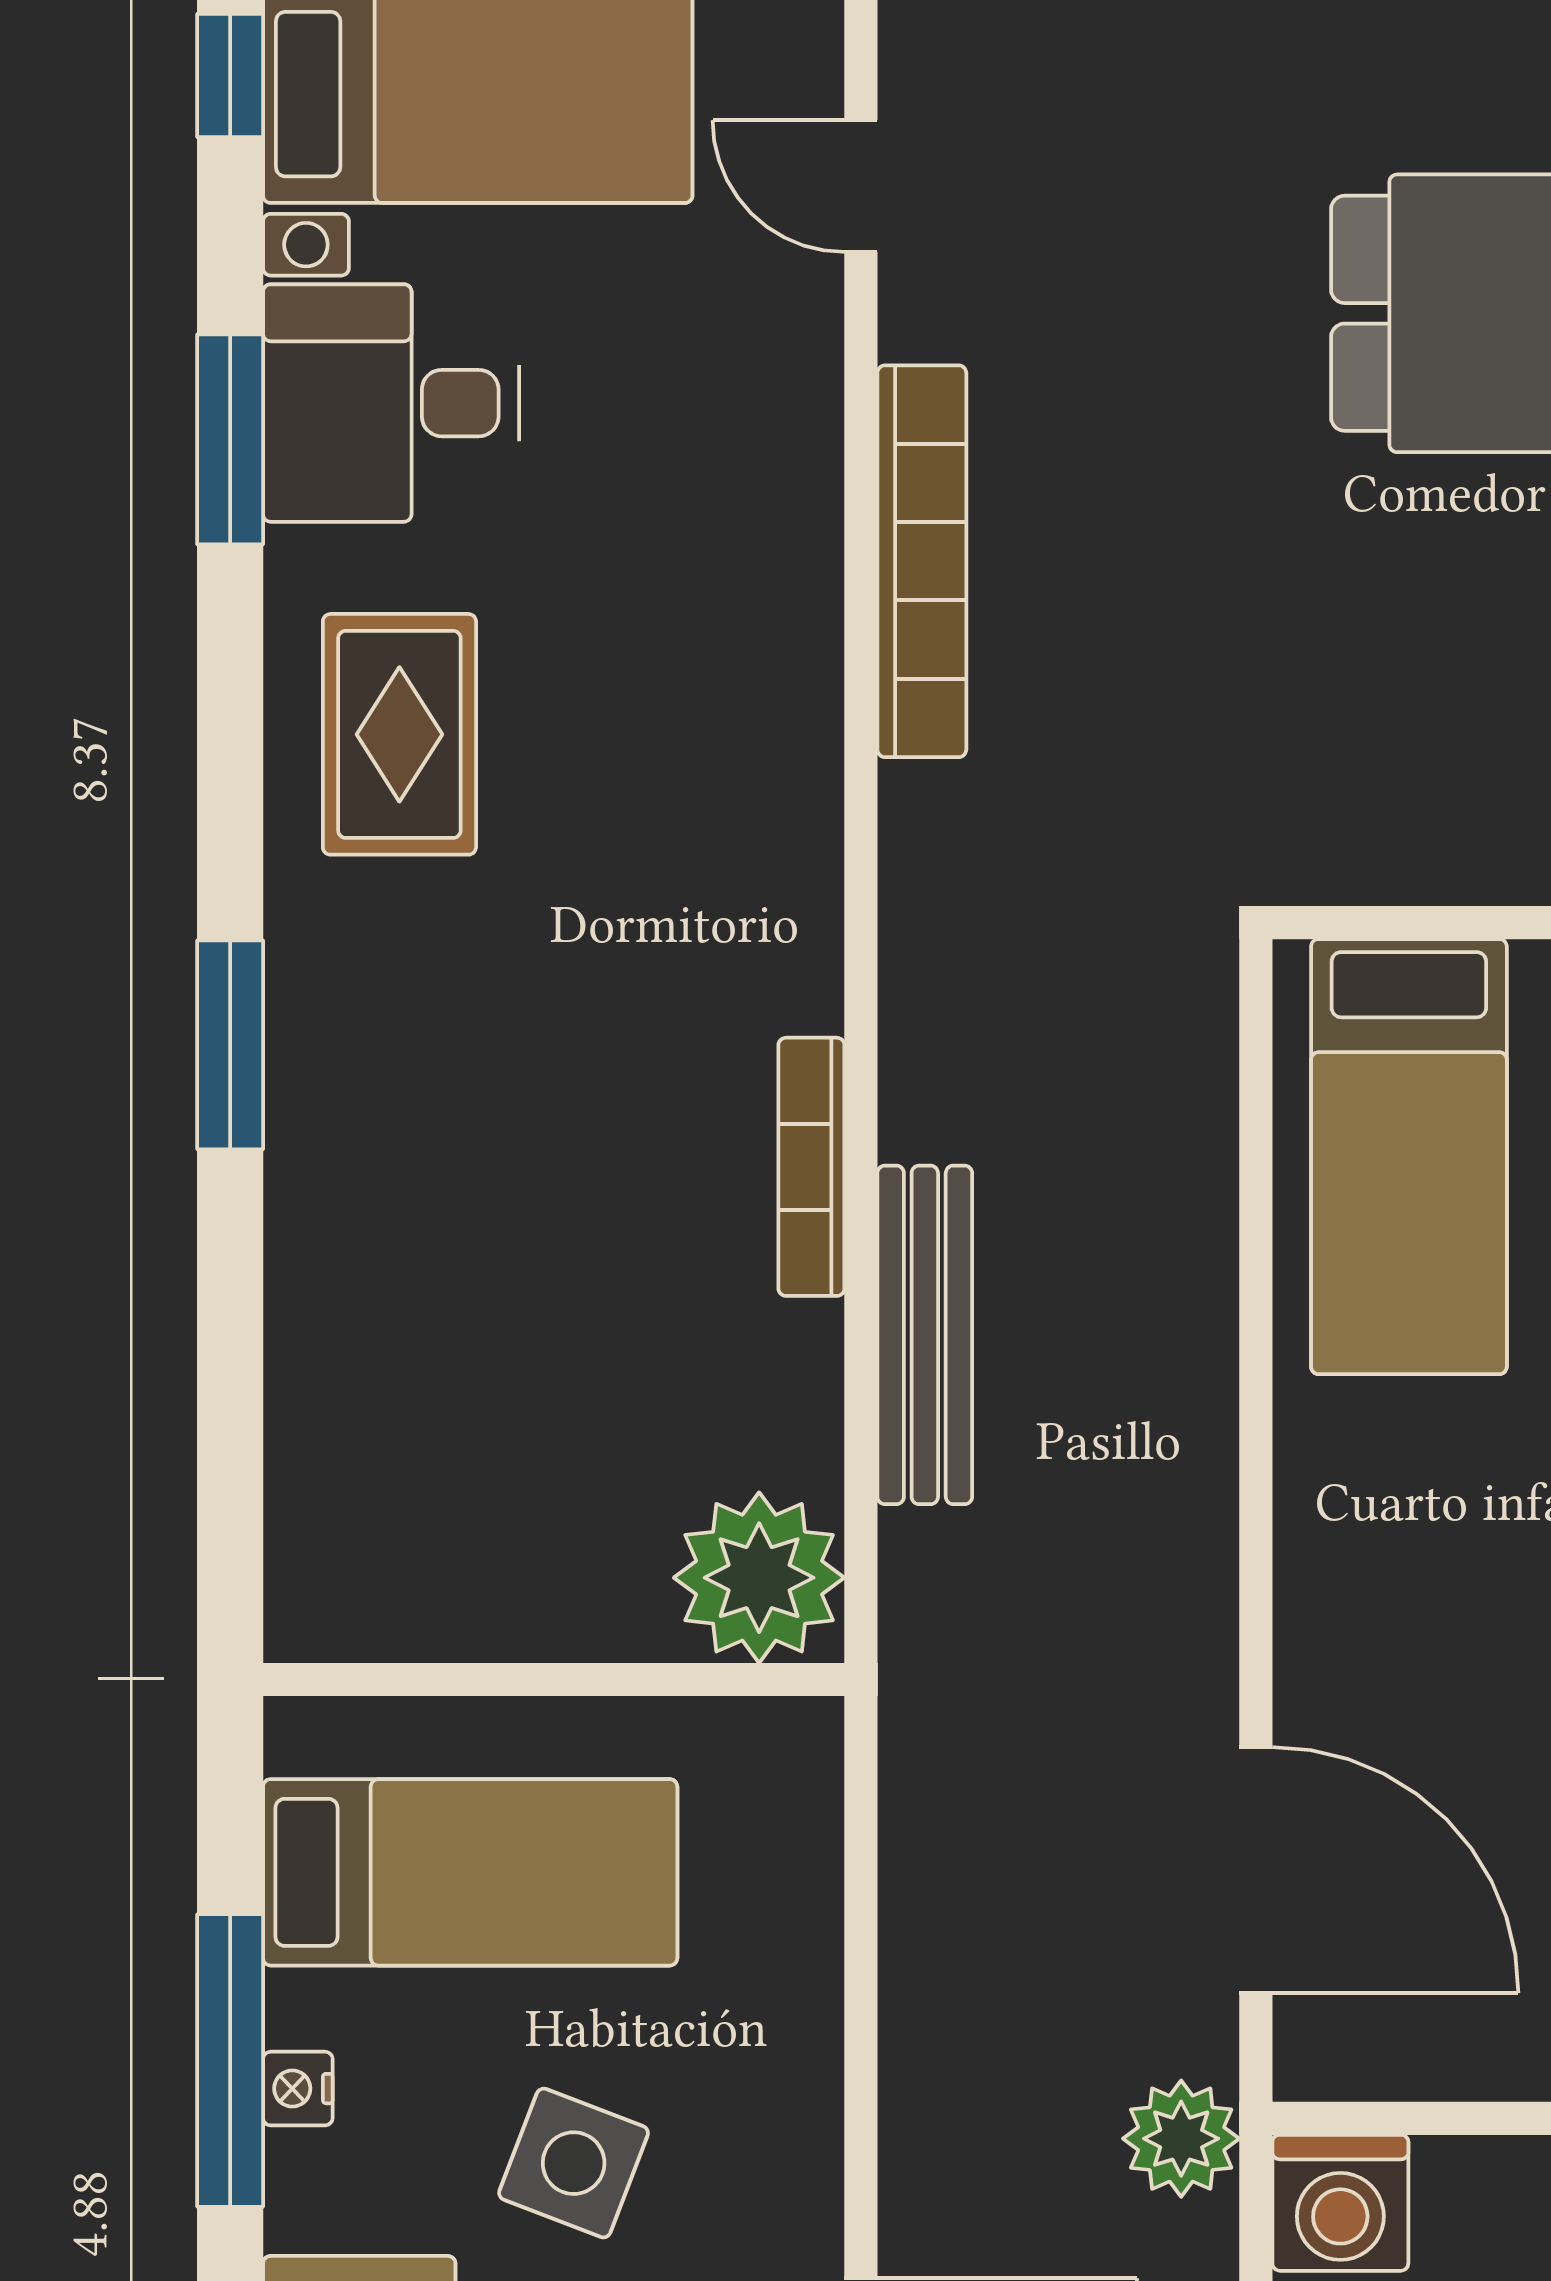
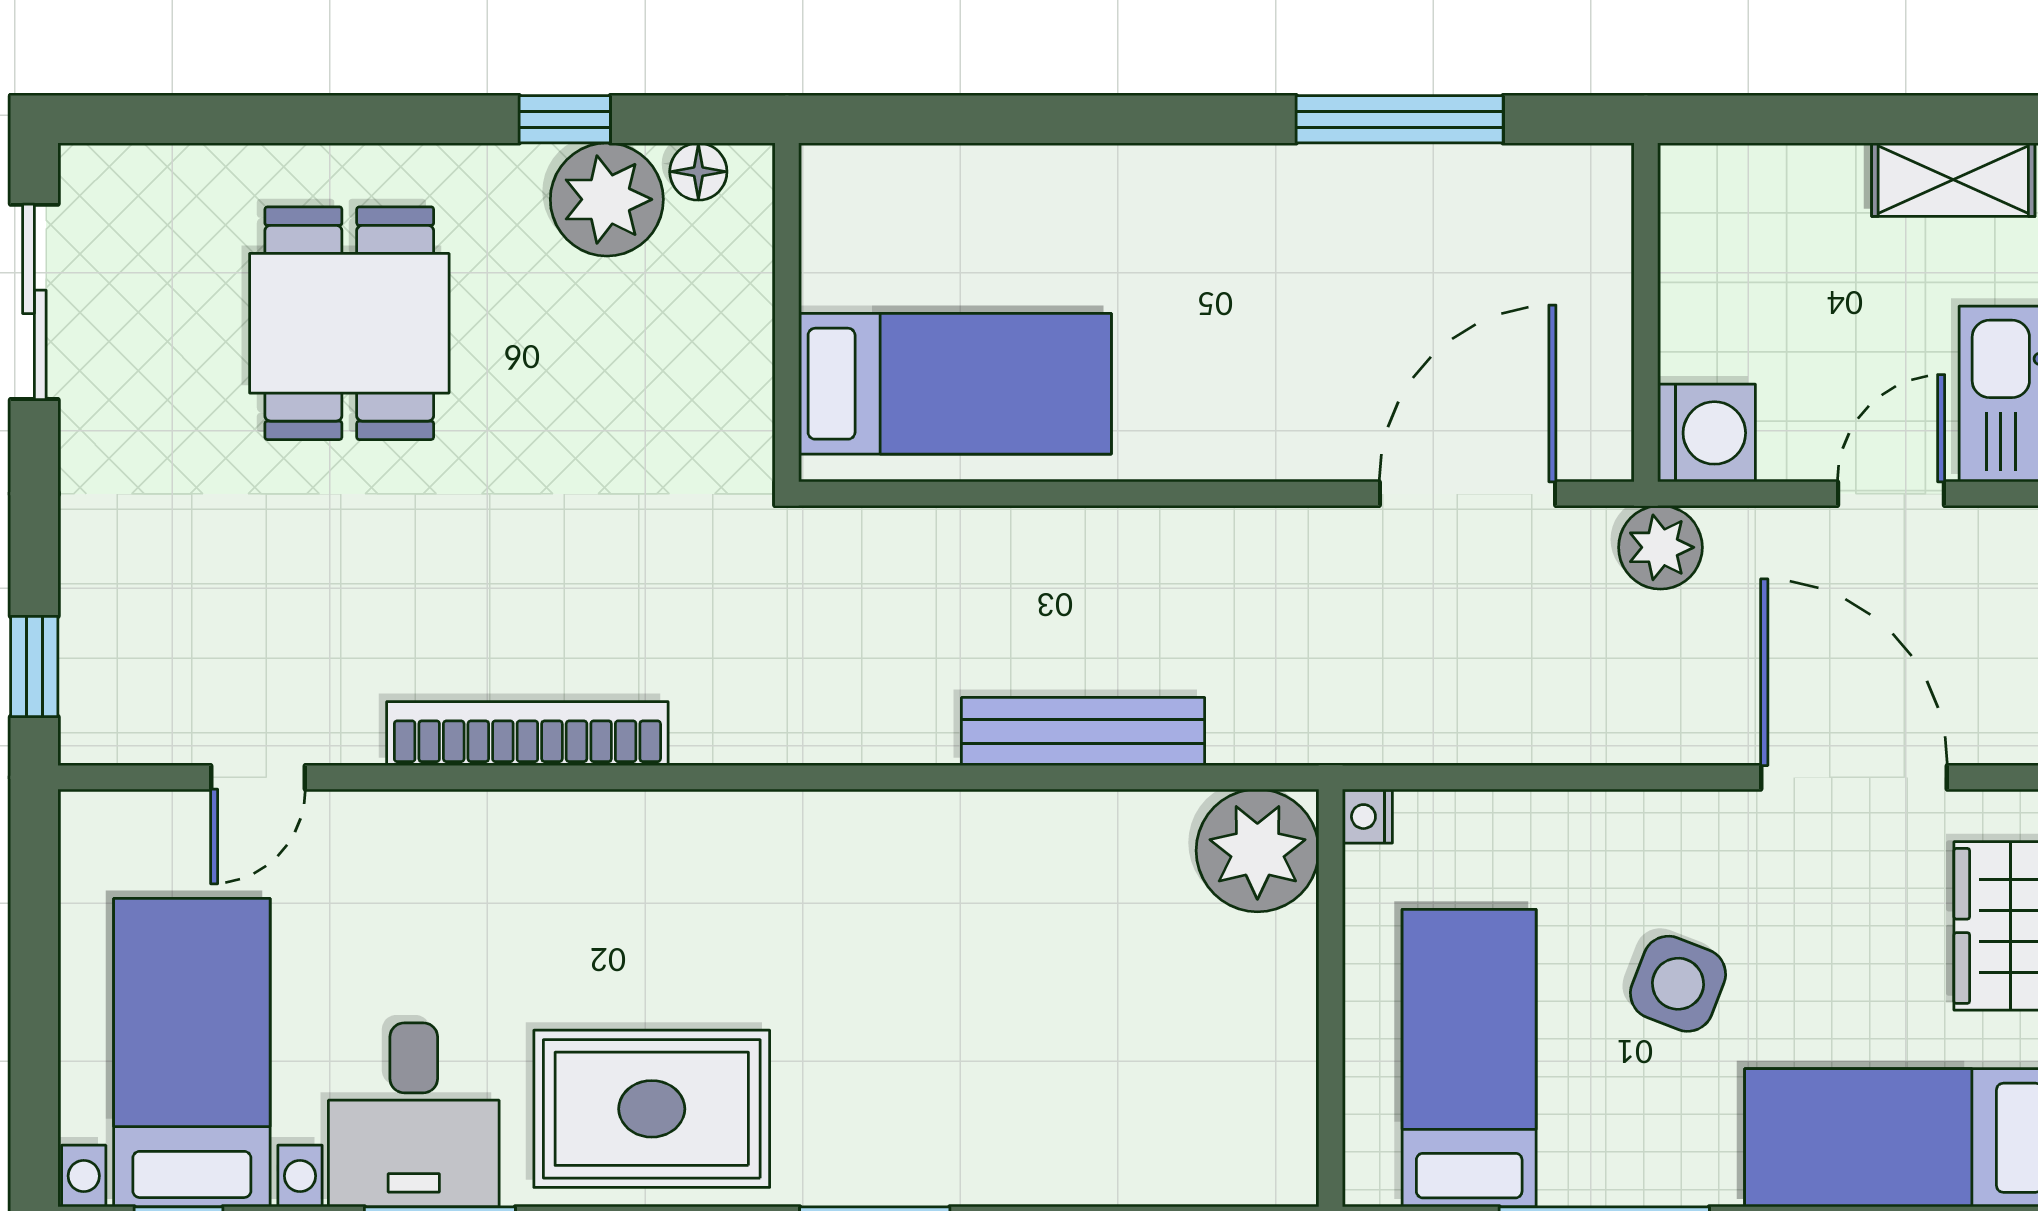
rug: (399, 734) -> (652, 1109), width x1.36, depth x1.43
bookcase: (811, 1167) -> (962, 813), removed
nightstand: (298, 2089) -> (1367, 817), moved, turned 90

